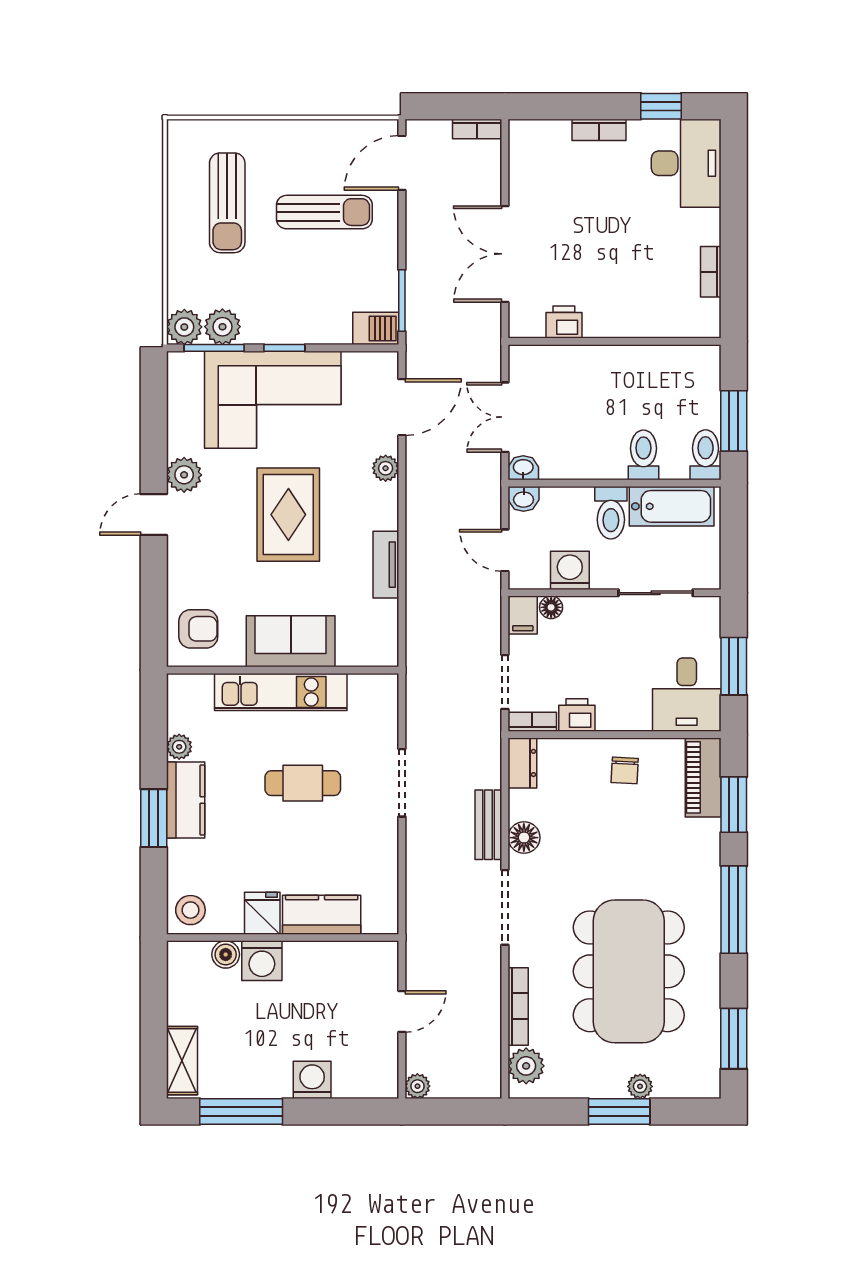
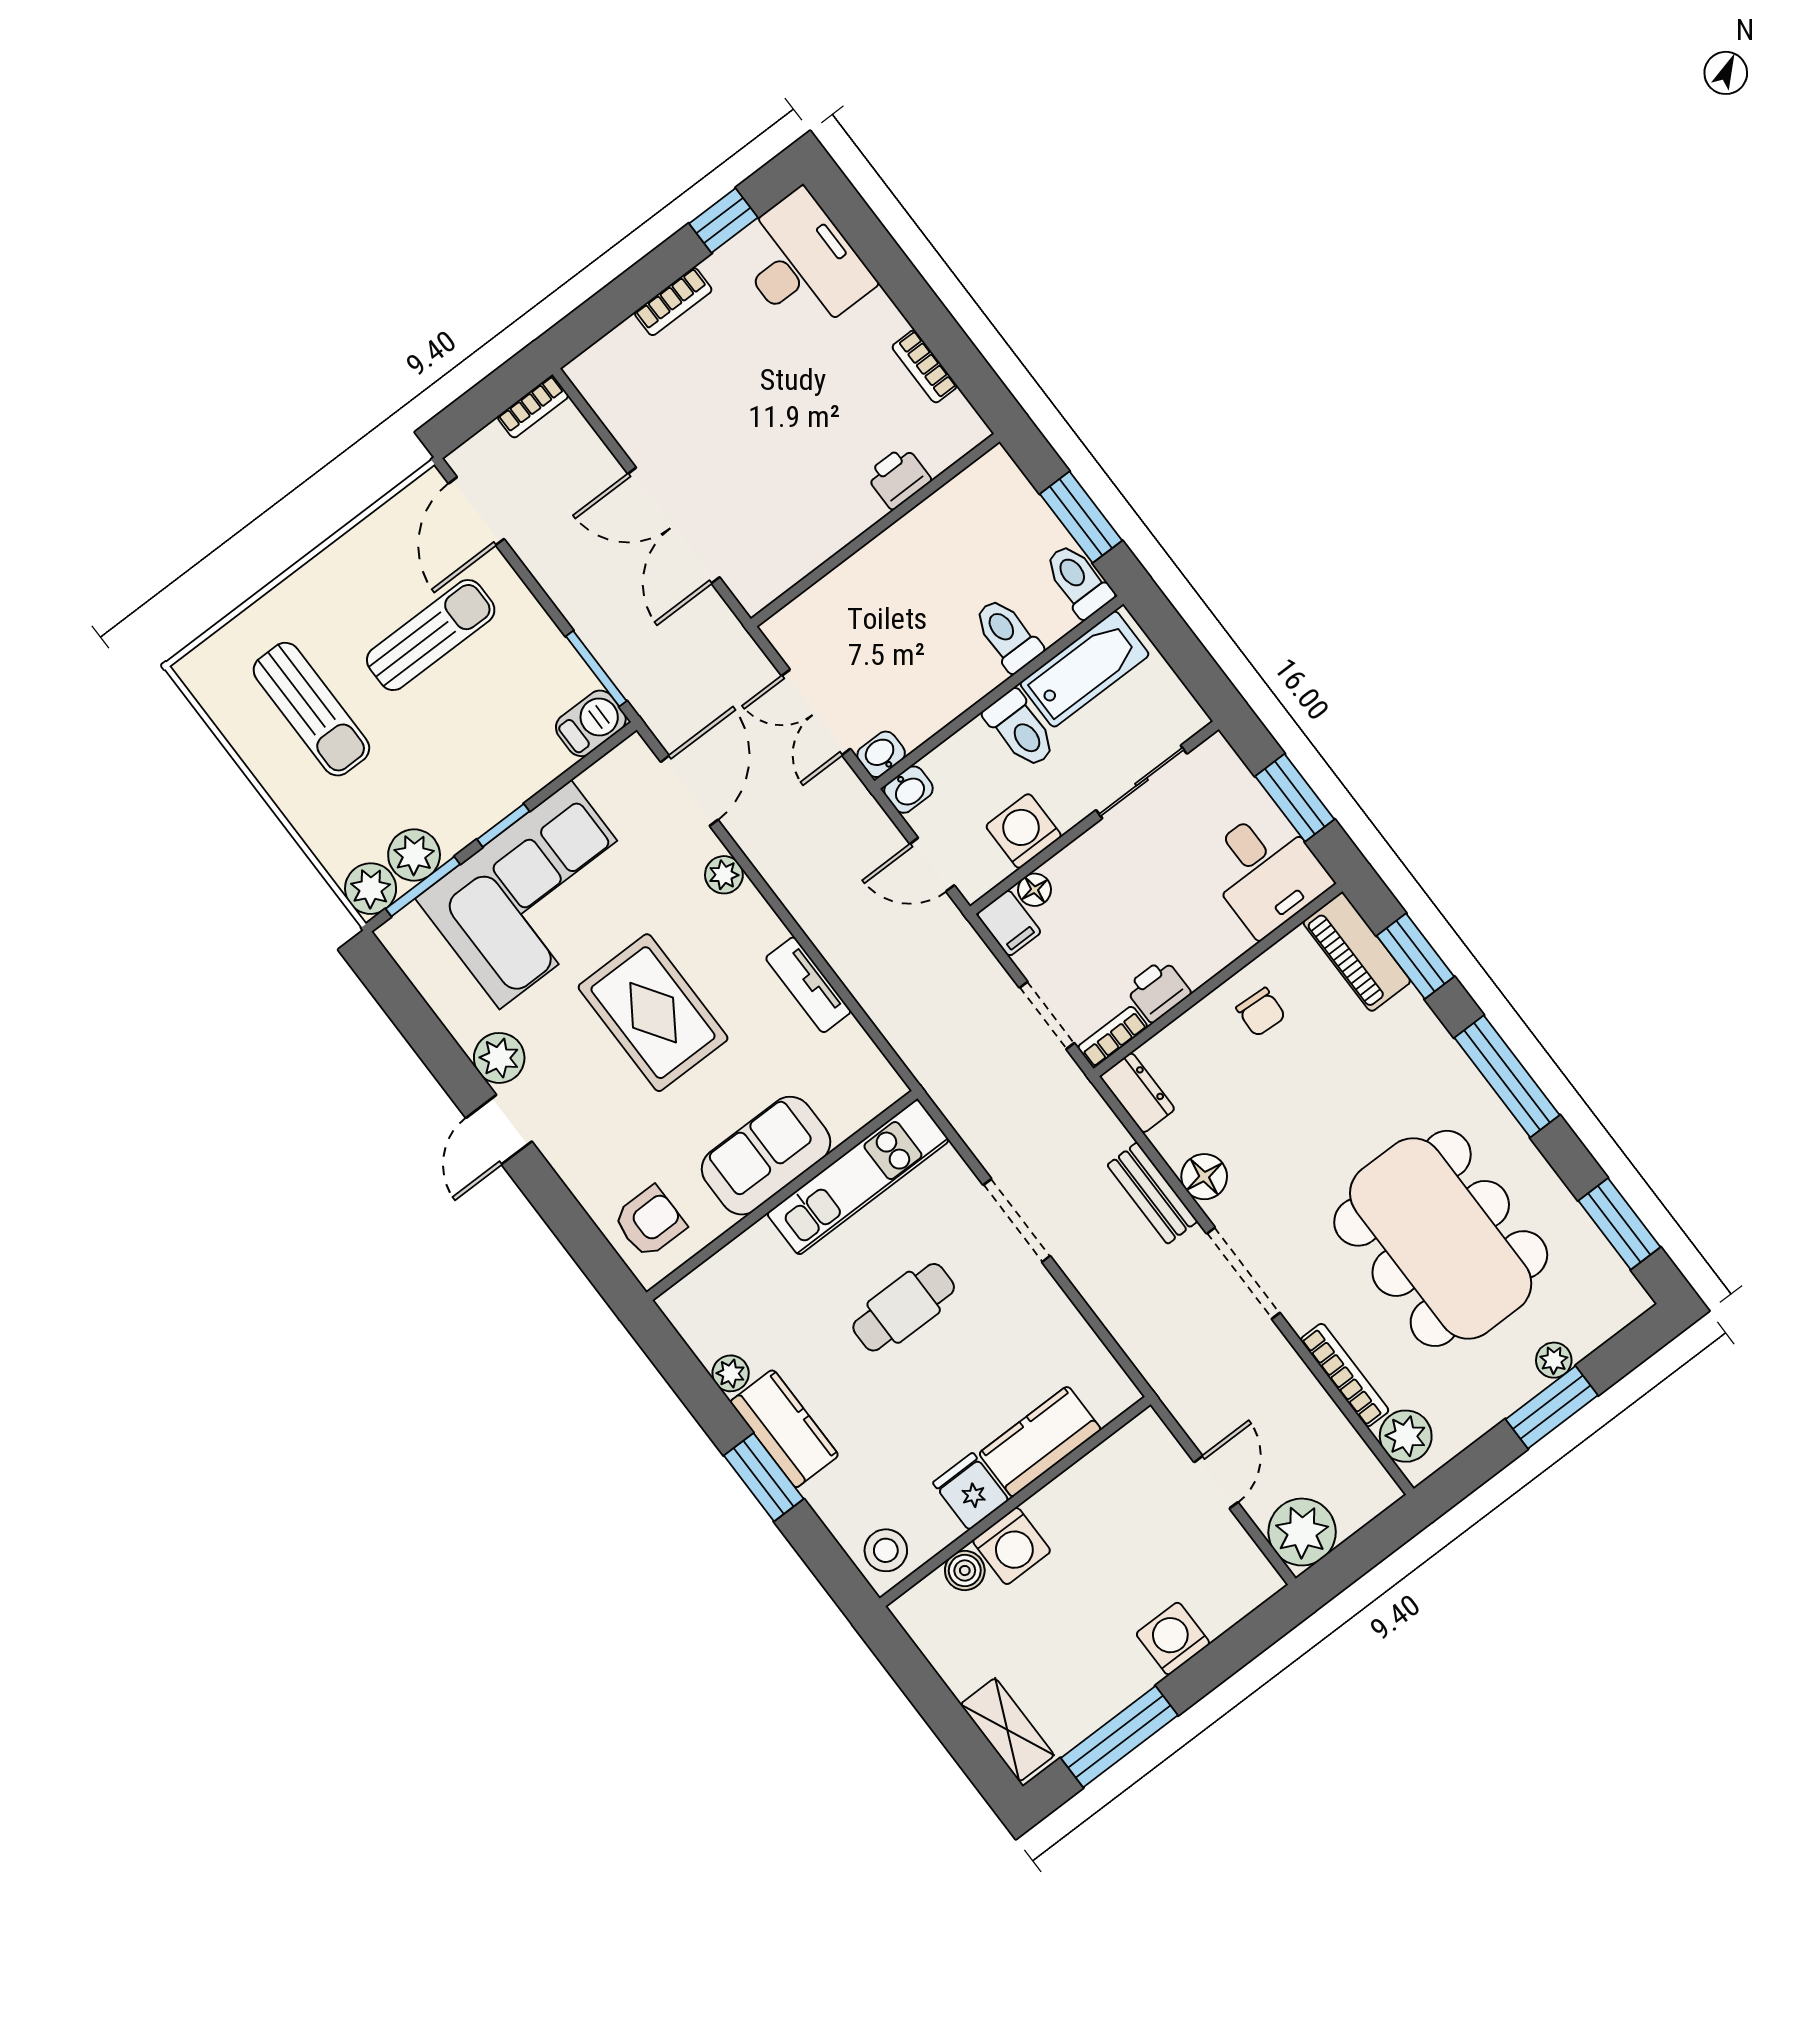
printer: (564, 322) -> (898, 477), moved
kitchen unit: (281, 692) -> (858, 1177), moved
plant: (417, 1086) -> (1302, 1532), width x1.87, depth x1.87

